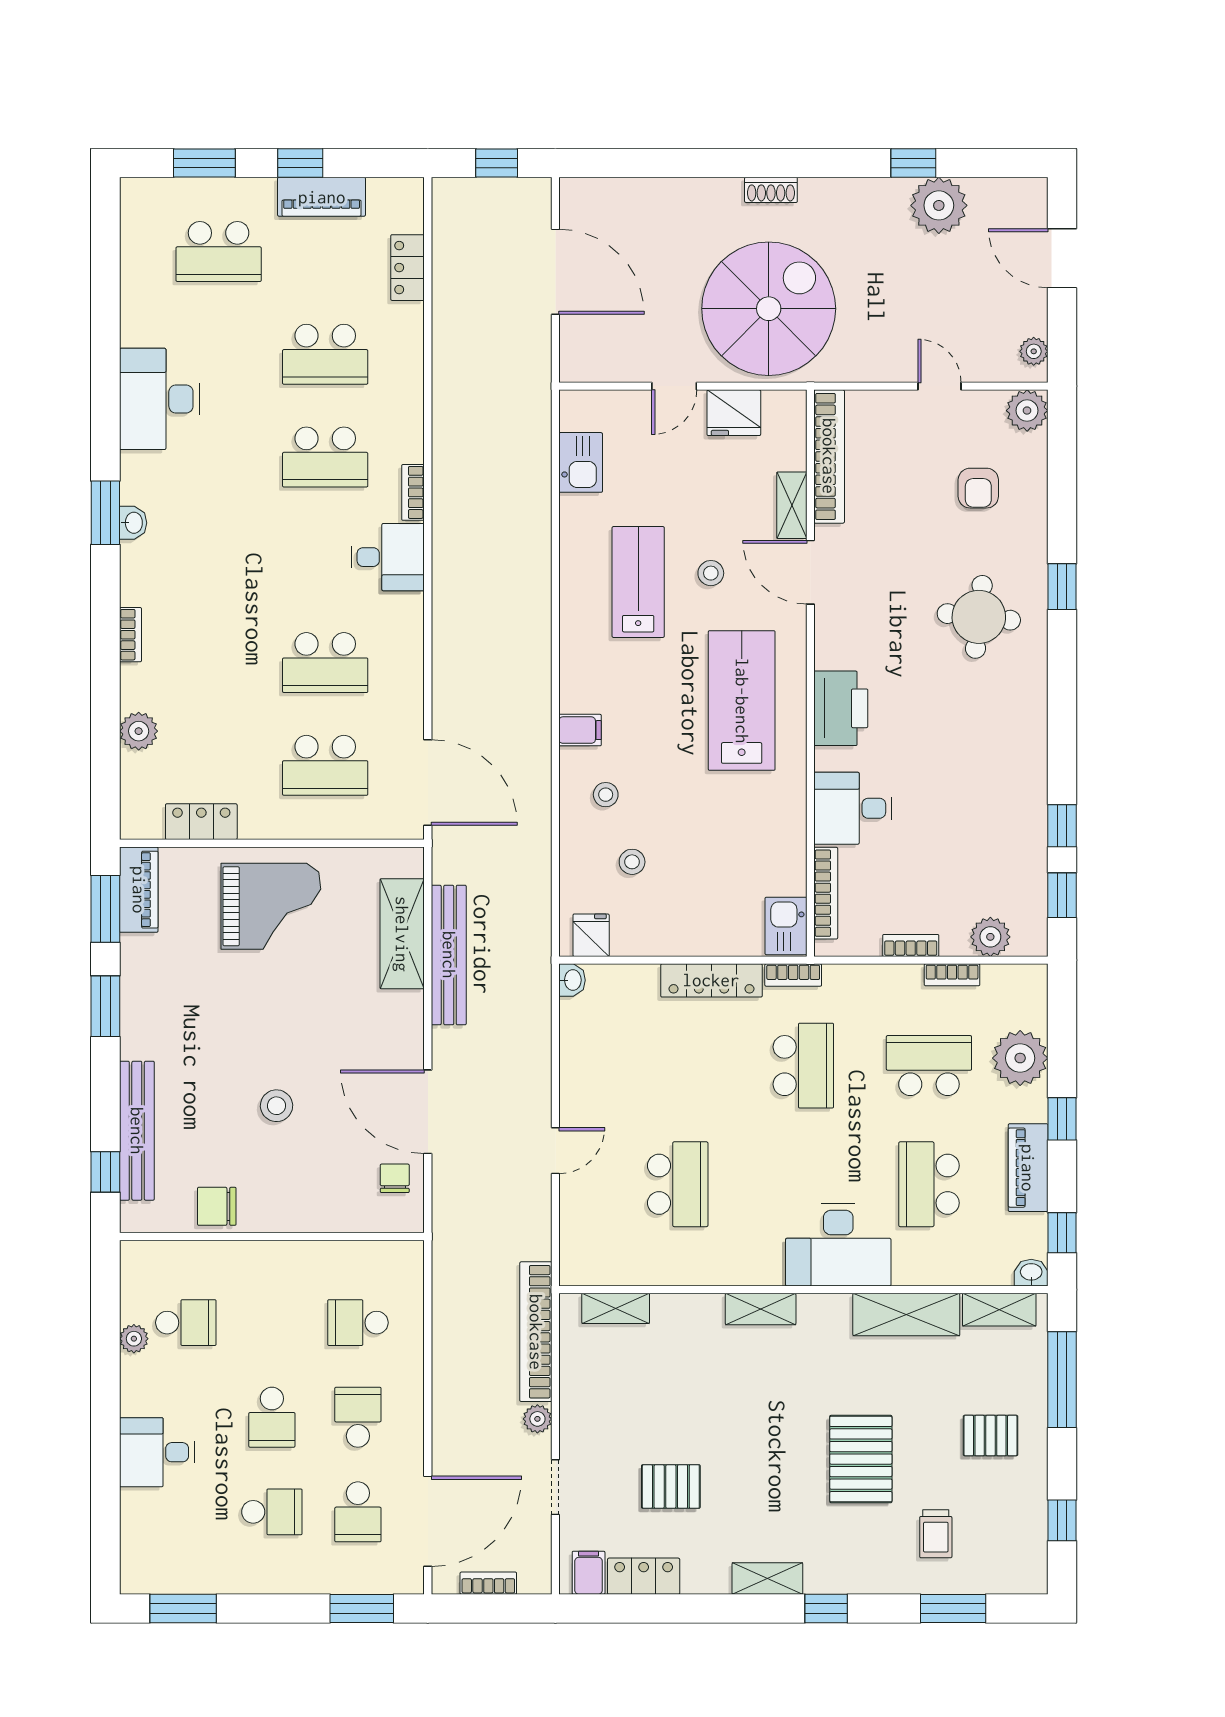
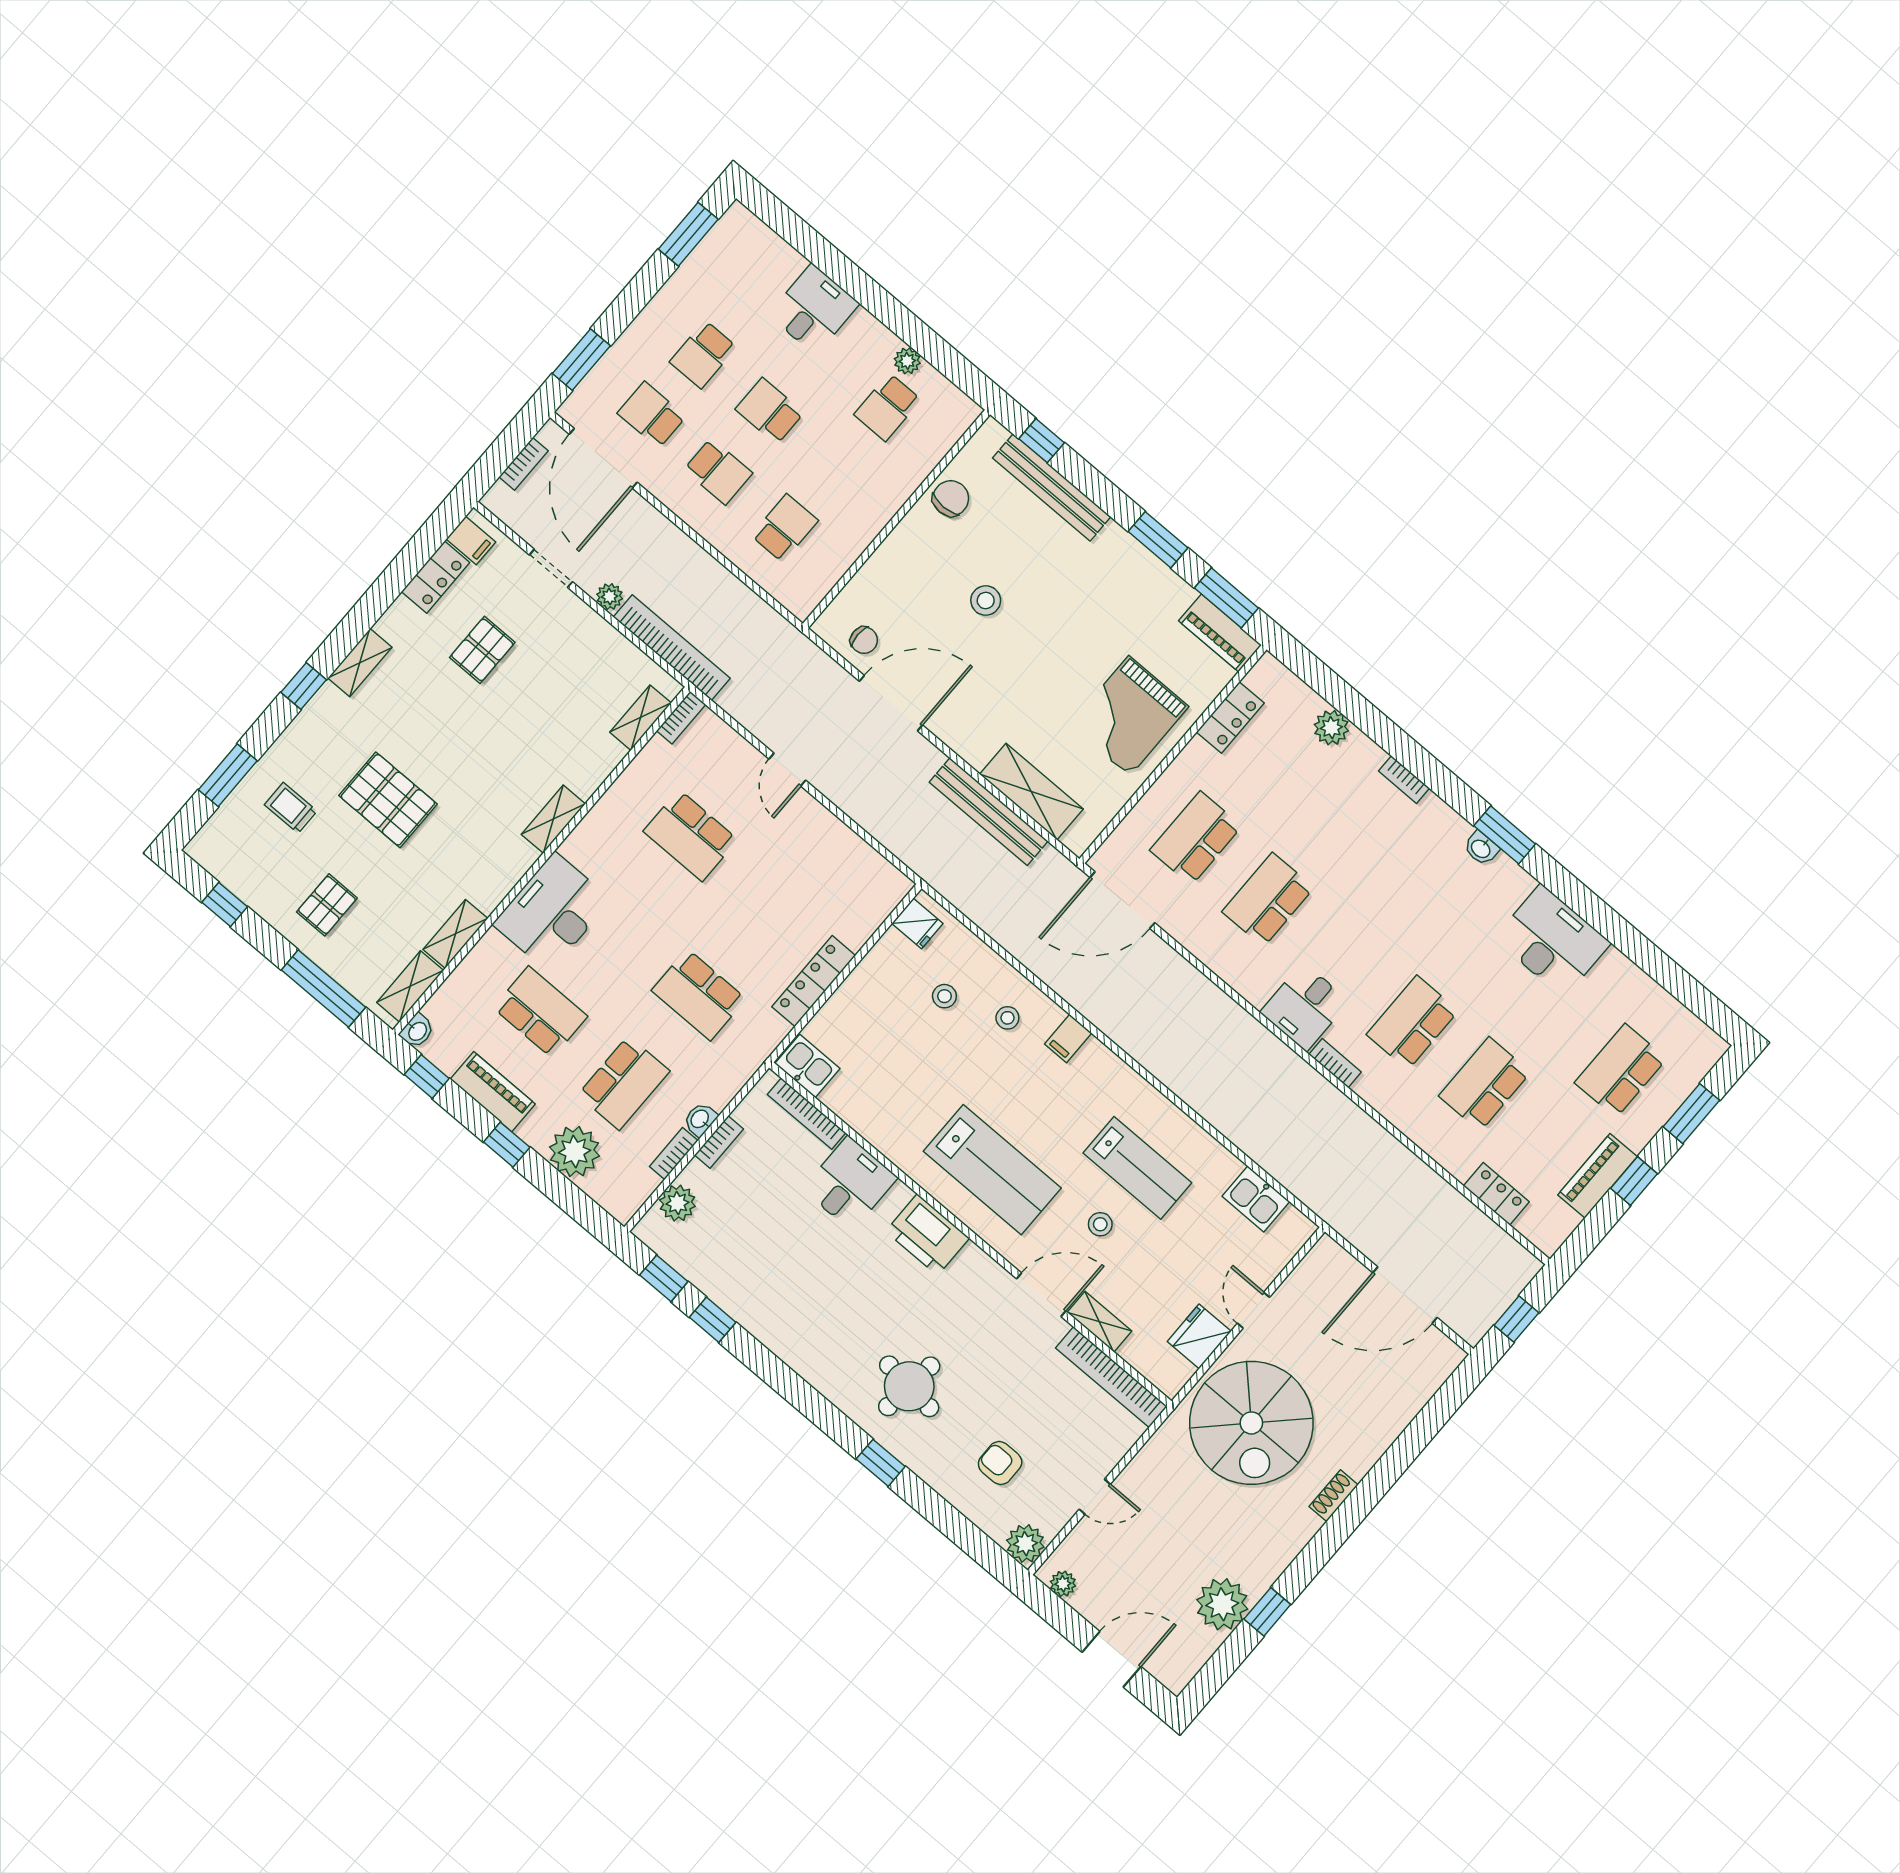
bookcase: (793, 975) -> (681, 718), moved, turned 180
washbasin: (572, 980) -> (700, 1119), moved, turned 90
shelving: (906, 1315) -> (455, 934), width x0.67, depth x0.75

